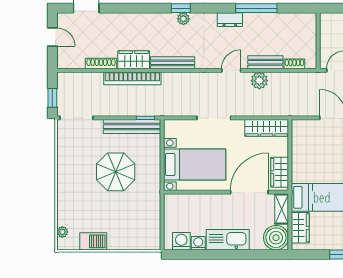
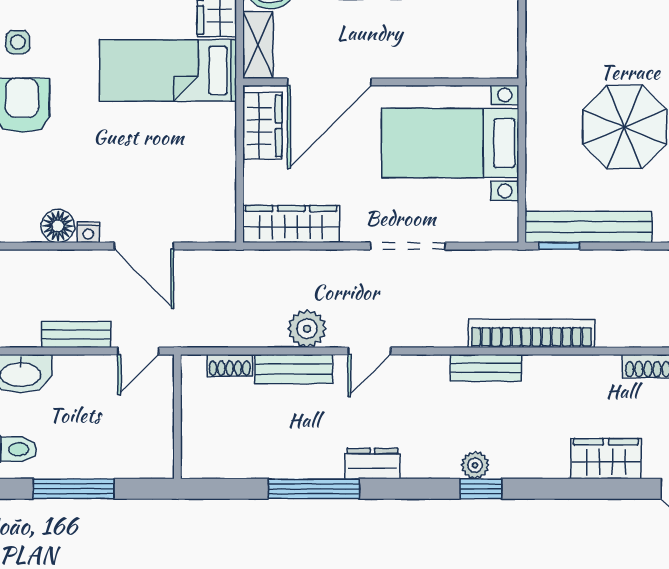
wardrobe: (134, 60) -> (606, 459), moved, turned 180
bench: (173, 63) -> (486, 368), width x0.73
bookcase: (132, 78) -> (531, 333), moved

